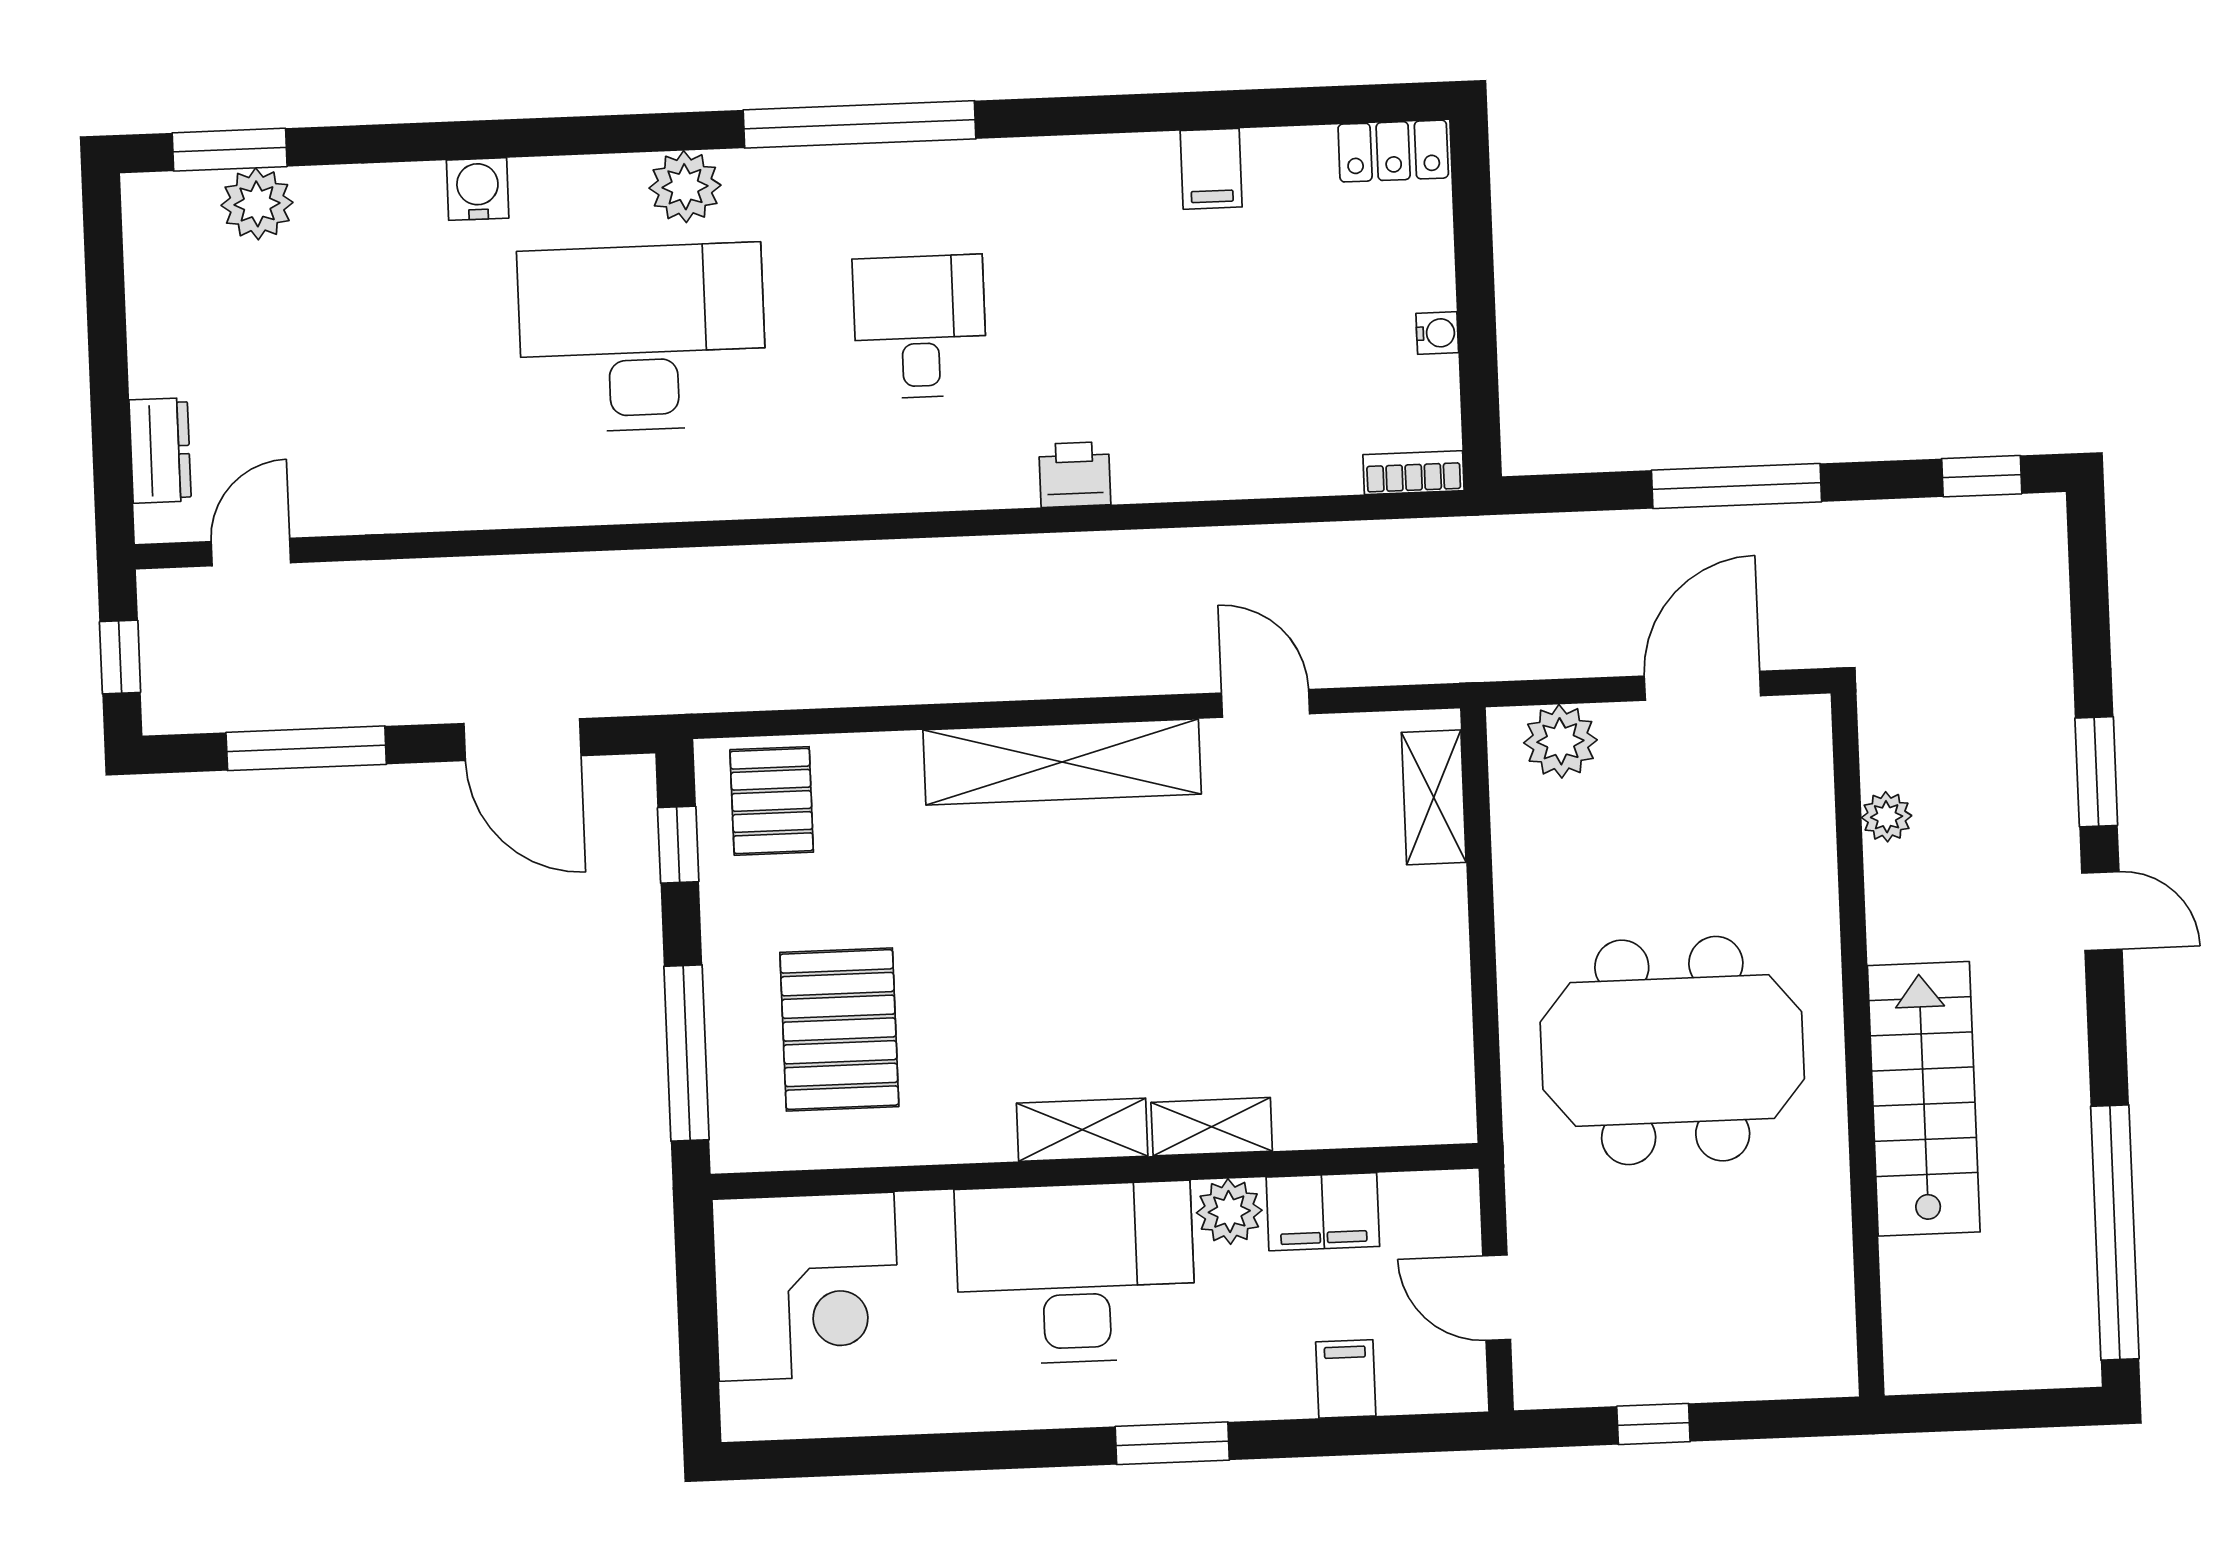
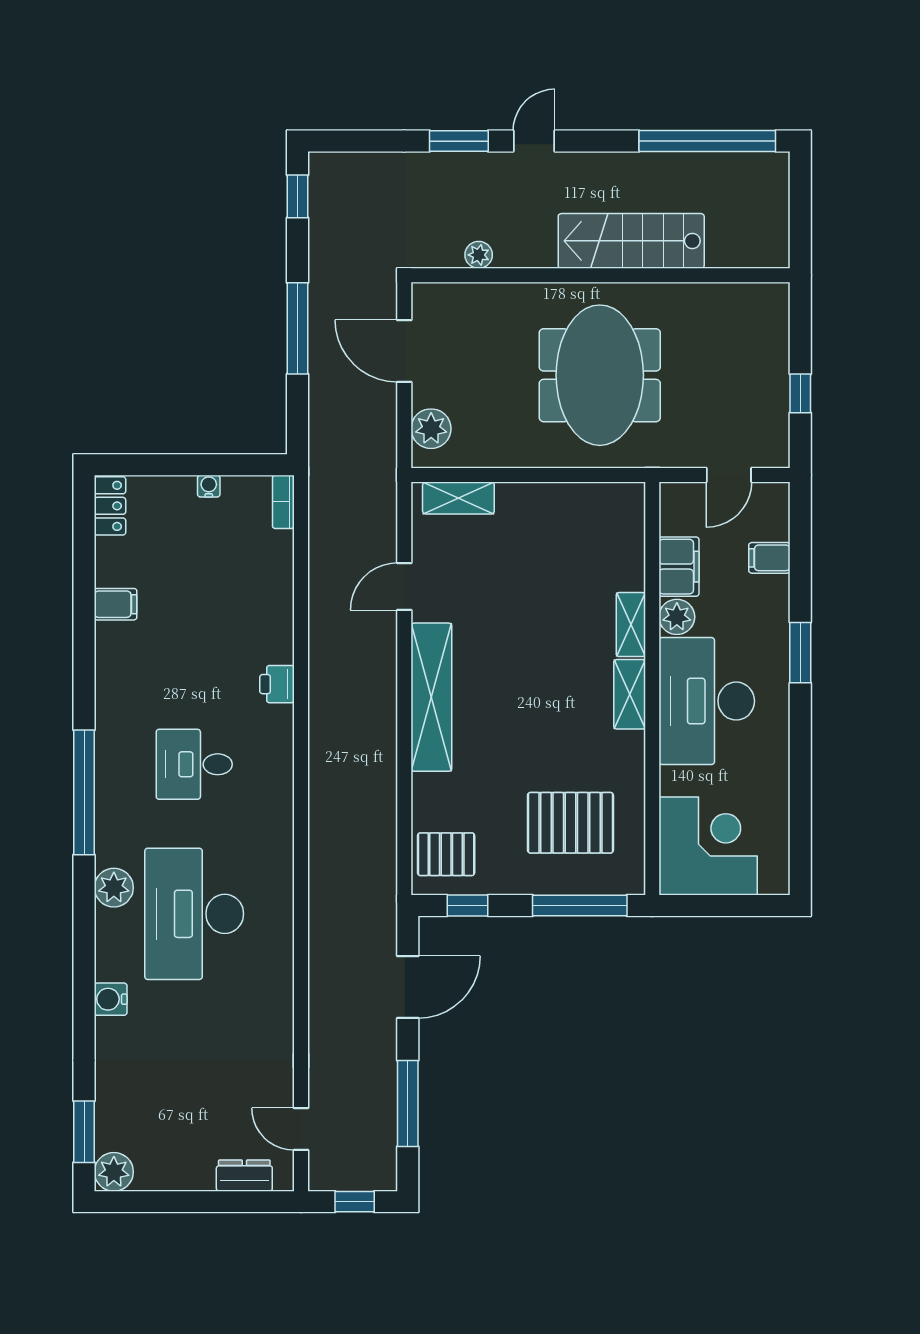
plant: (257, 204) -> (114, 1172), moved

